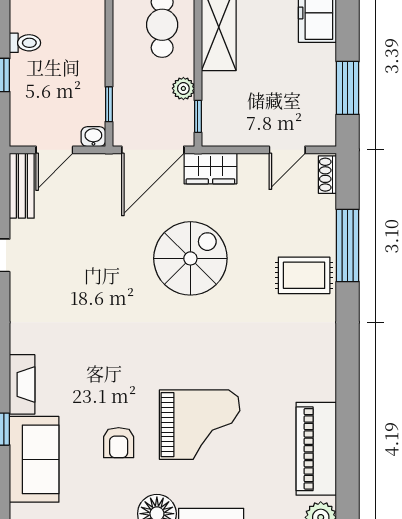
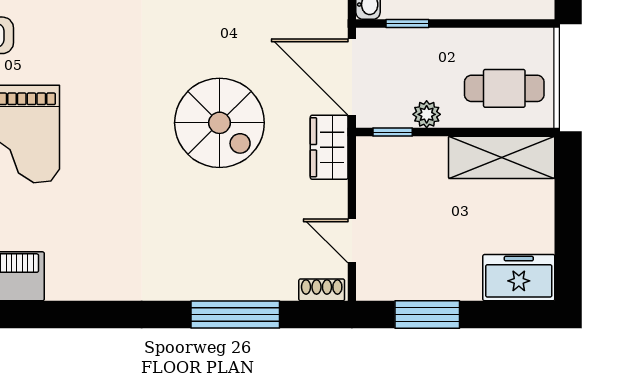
rug: (304, 275) -> (199, 261), removed

